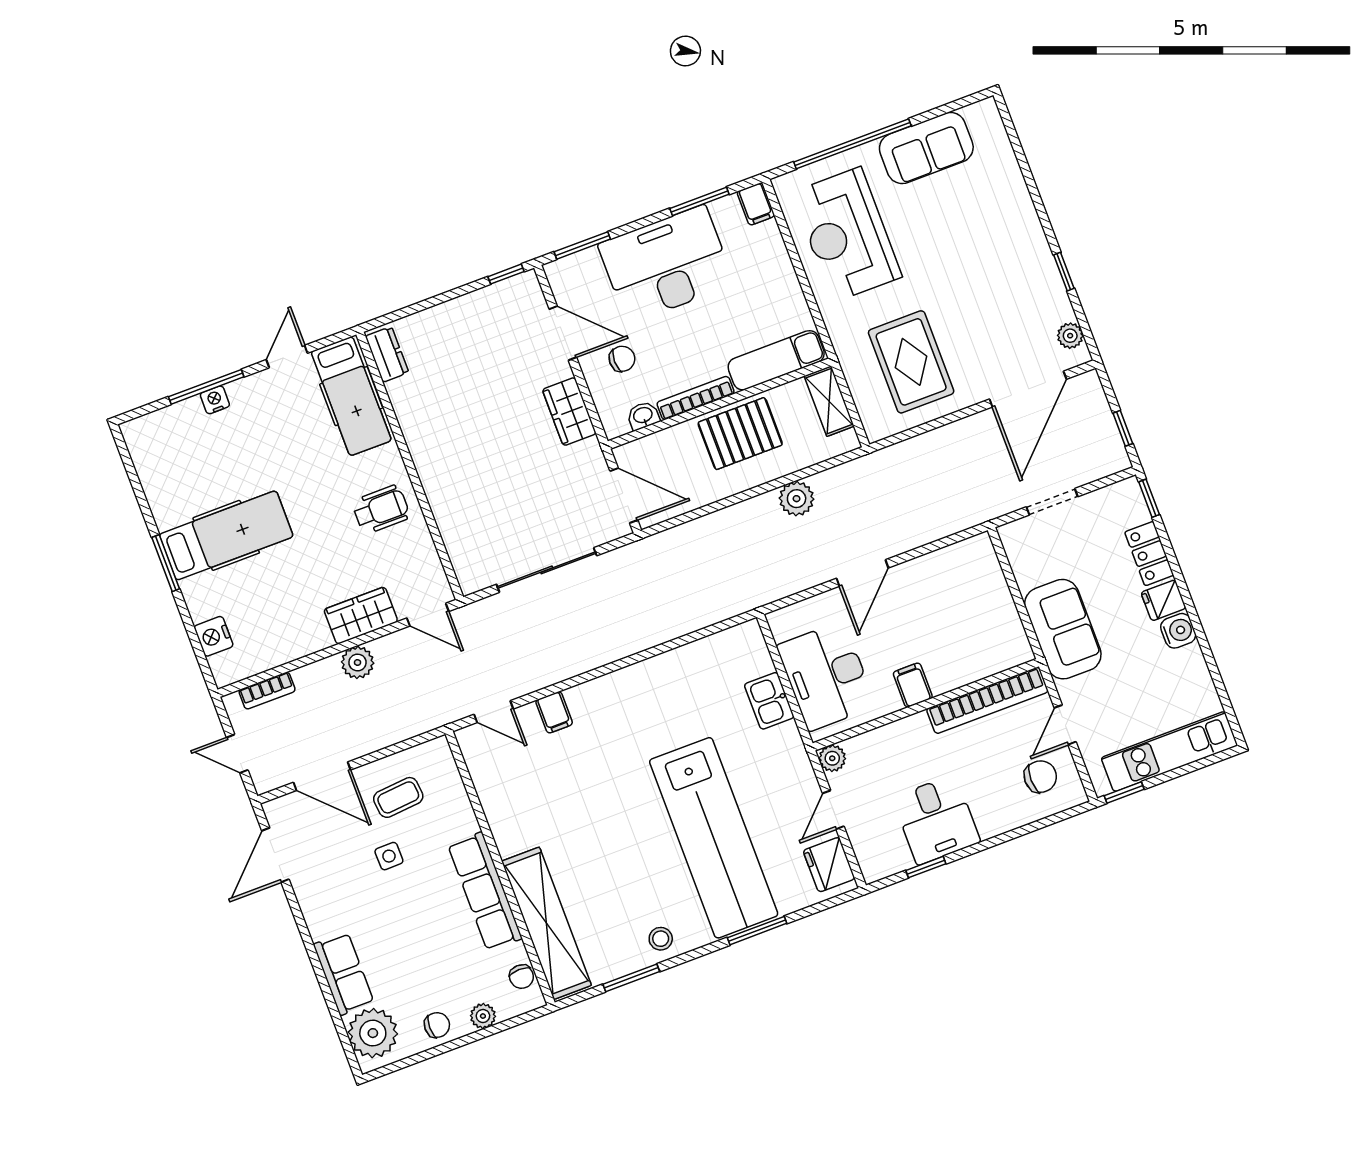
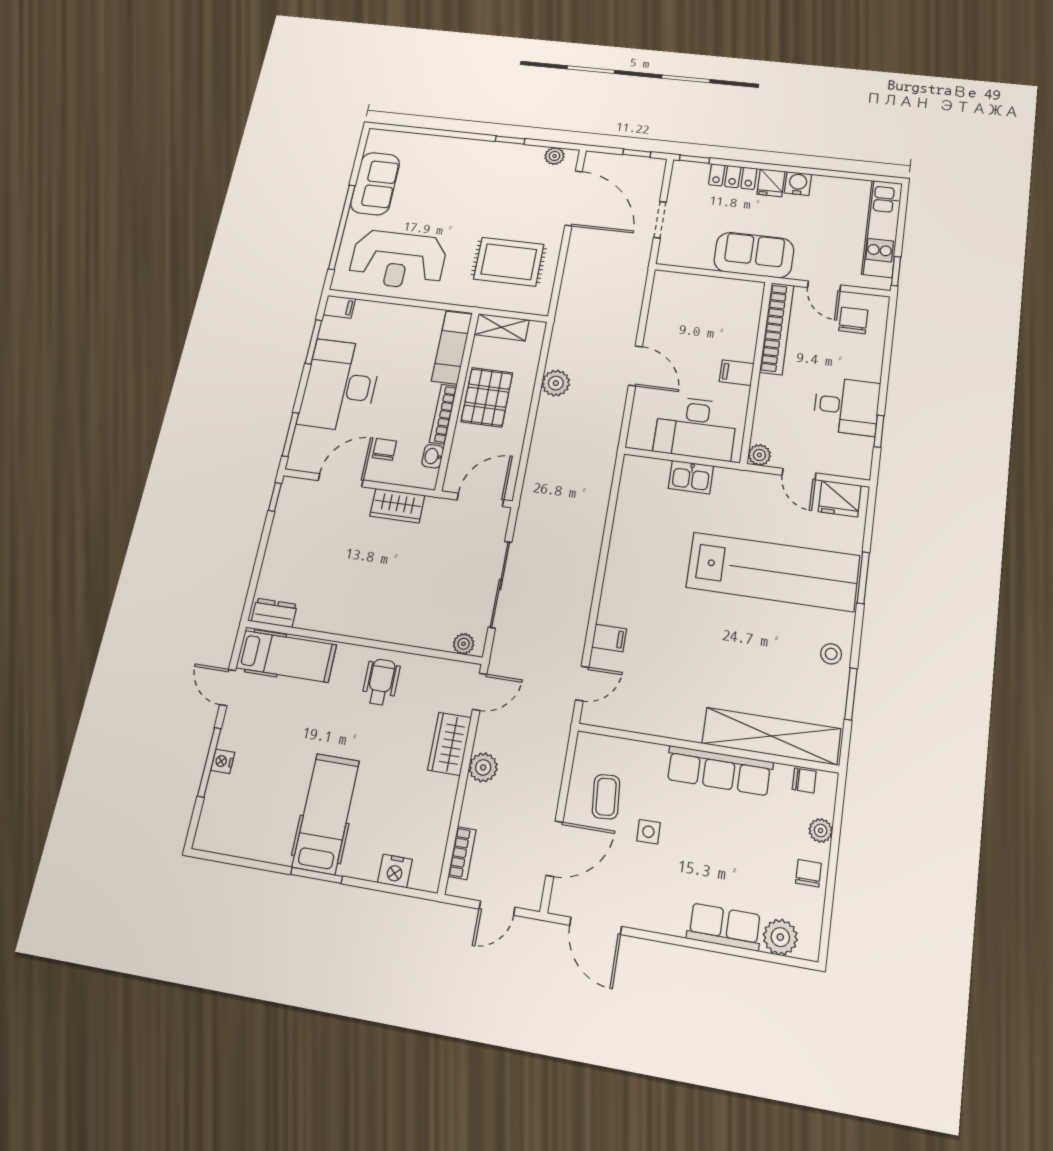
plant: (466, 570) -> (464, 644), added
plant: (373, 1033) -> (780, 937), width x0.73, depth x0.73

